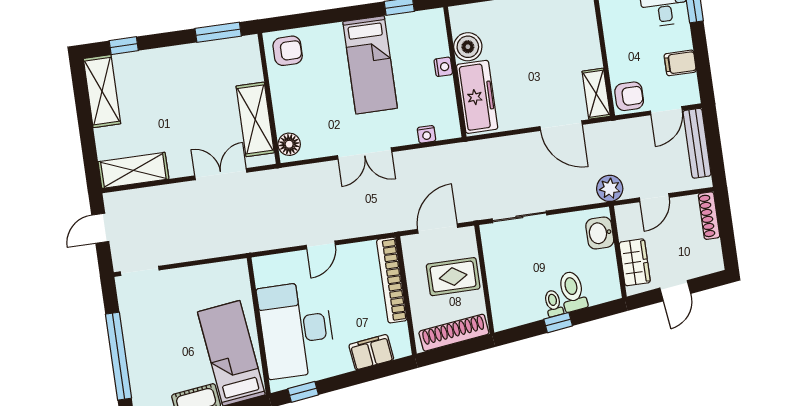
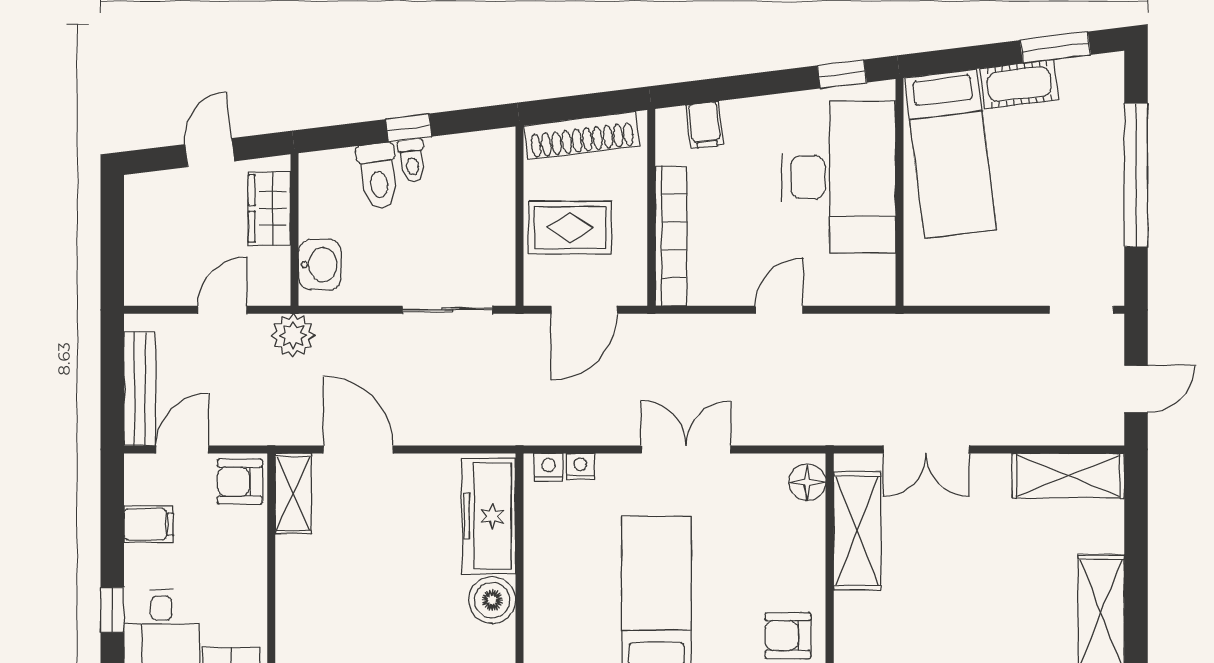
nightstand: (443, 67) -> (548, 467), moved, turned 90
shoe rack: (709, 216) -> (137, 268), removed
filing cabinet: (371, 352) -> (705, 125), width x0.50

